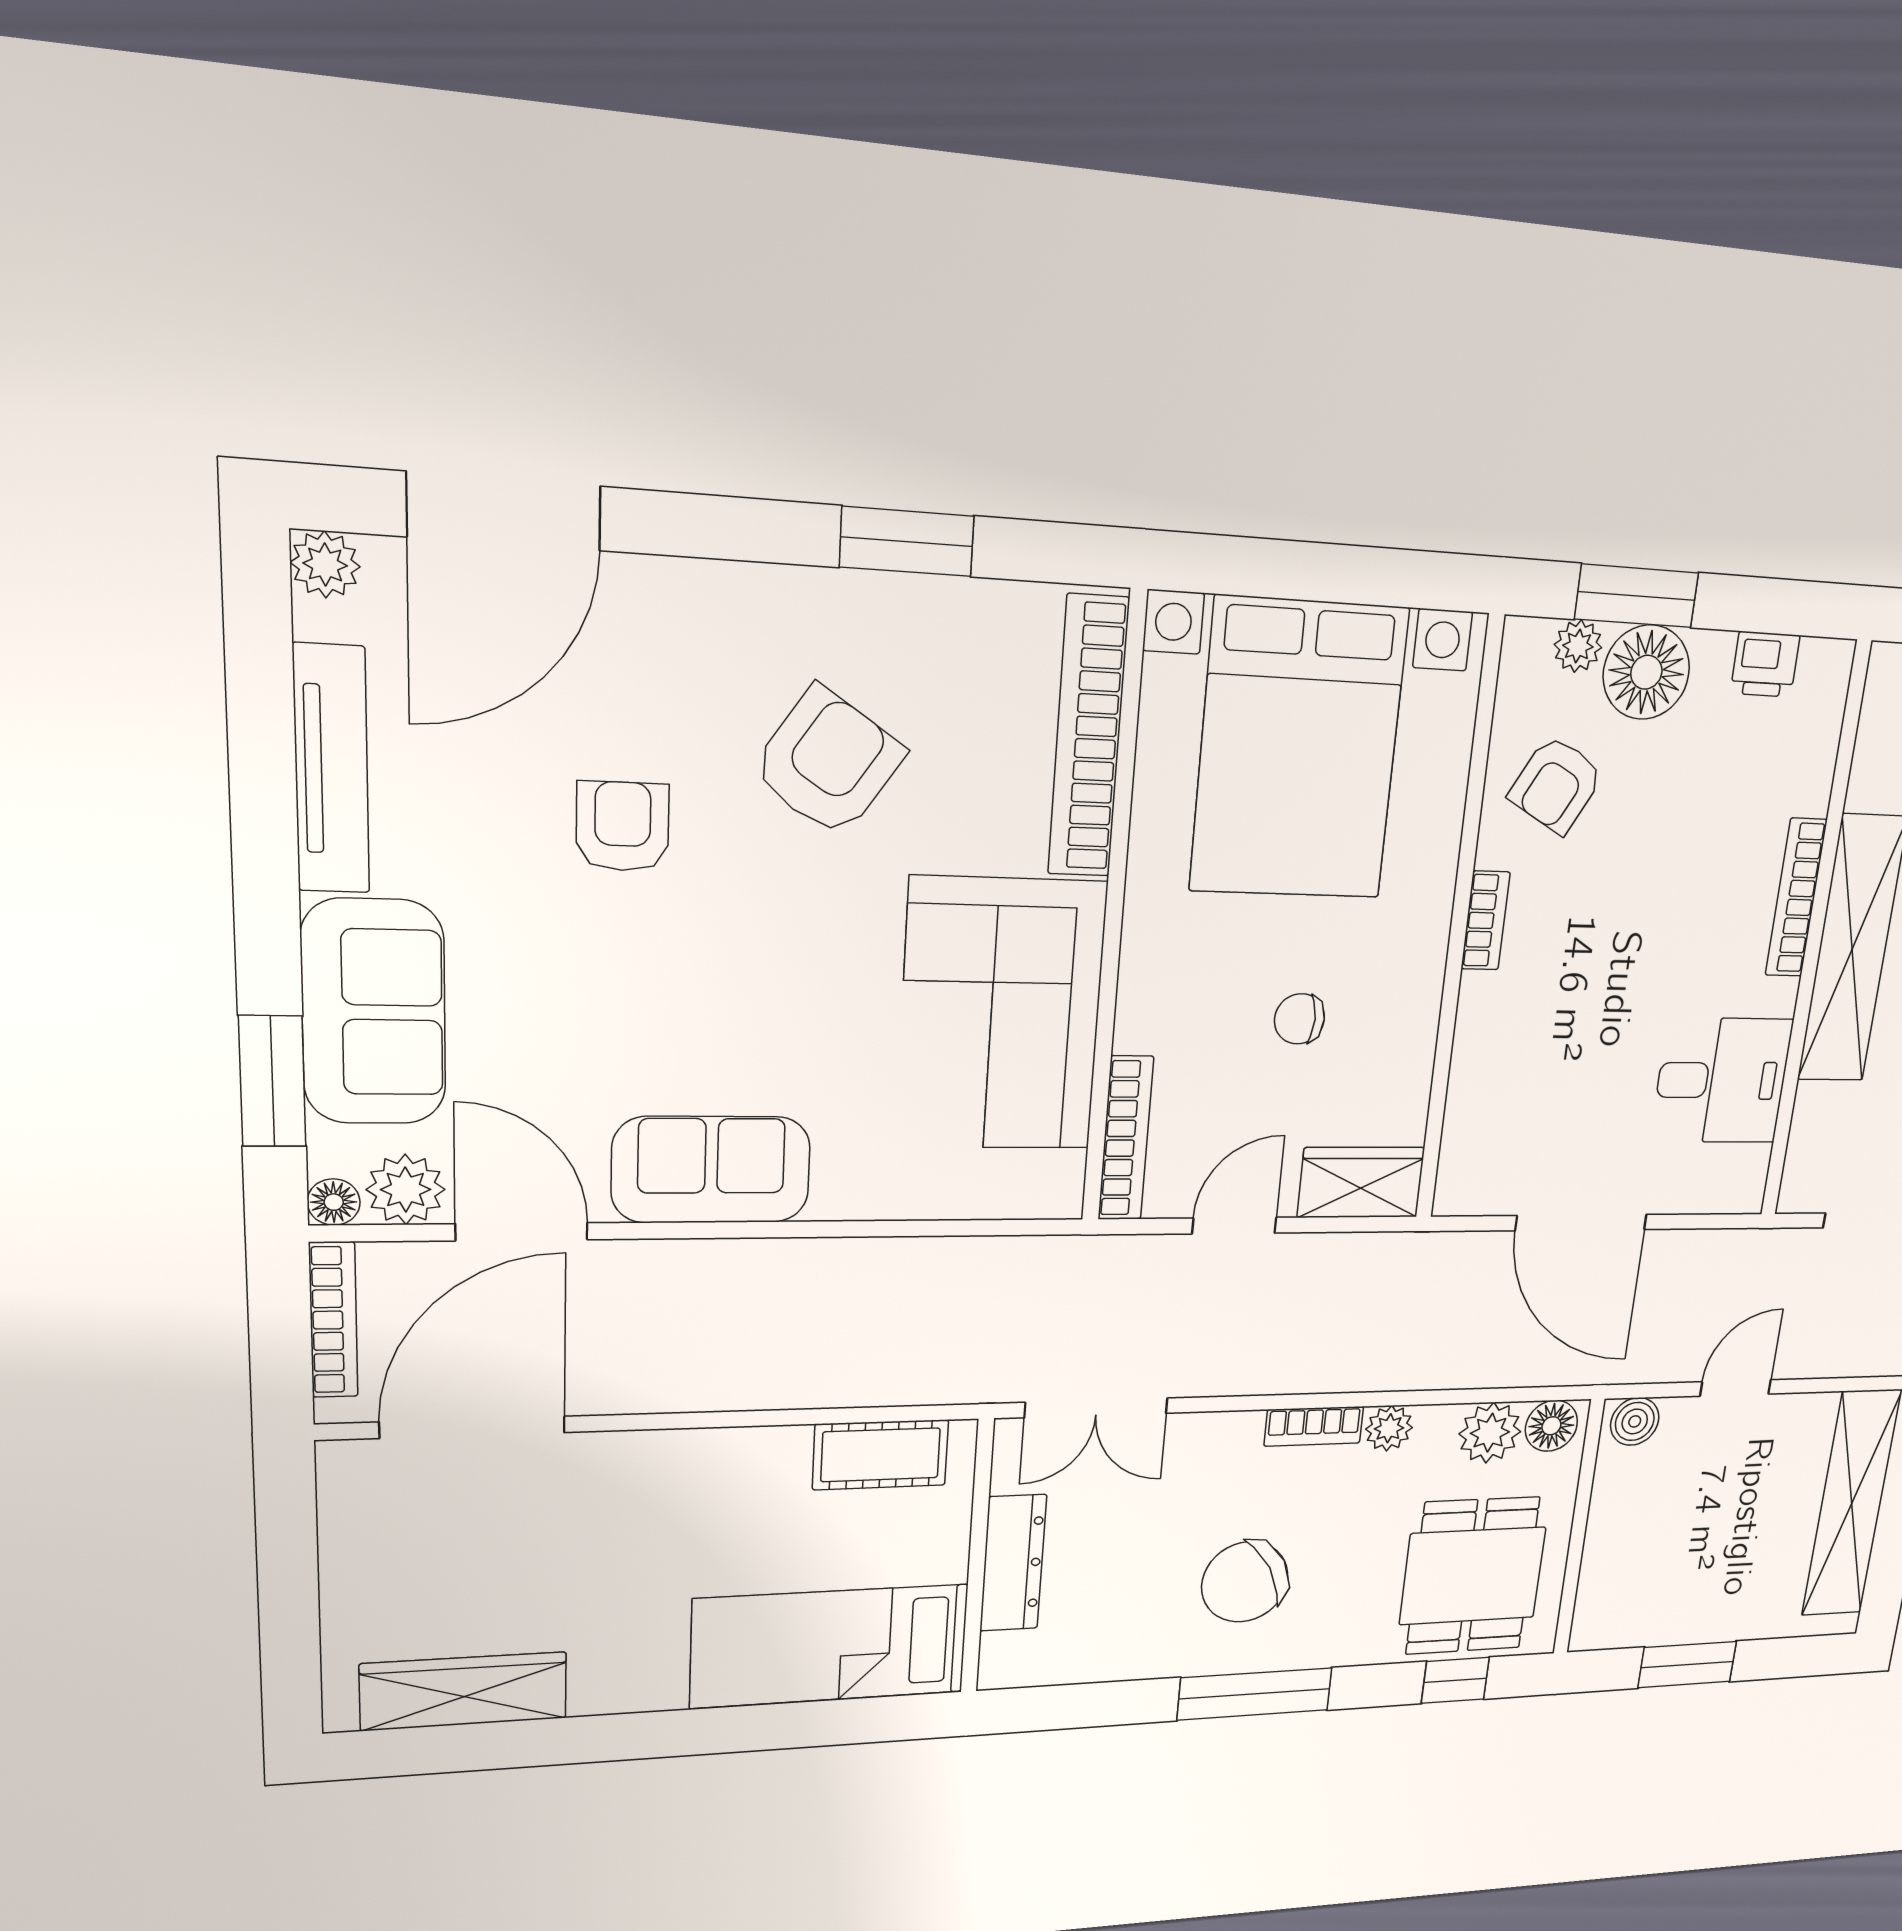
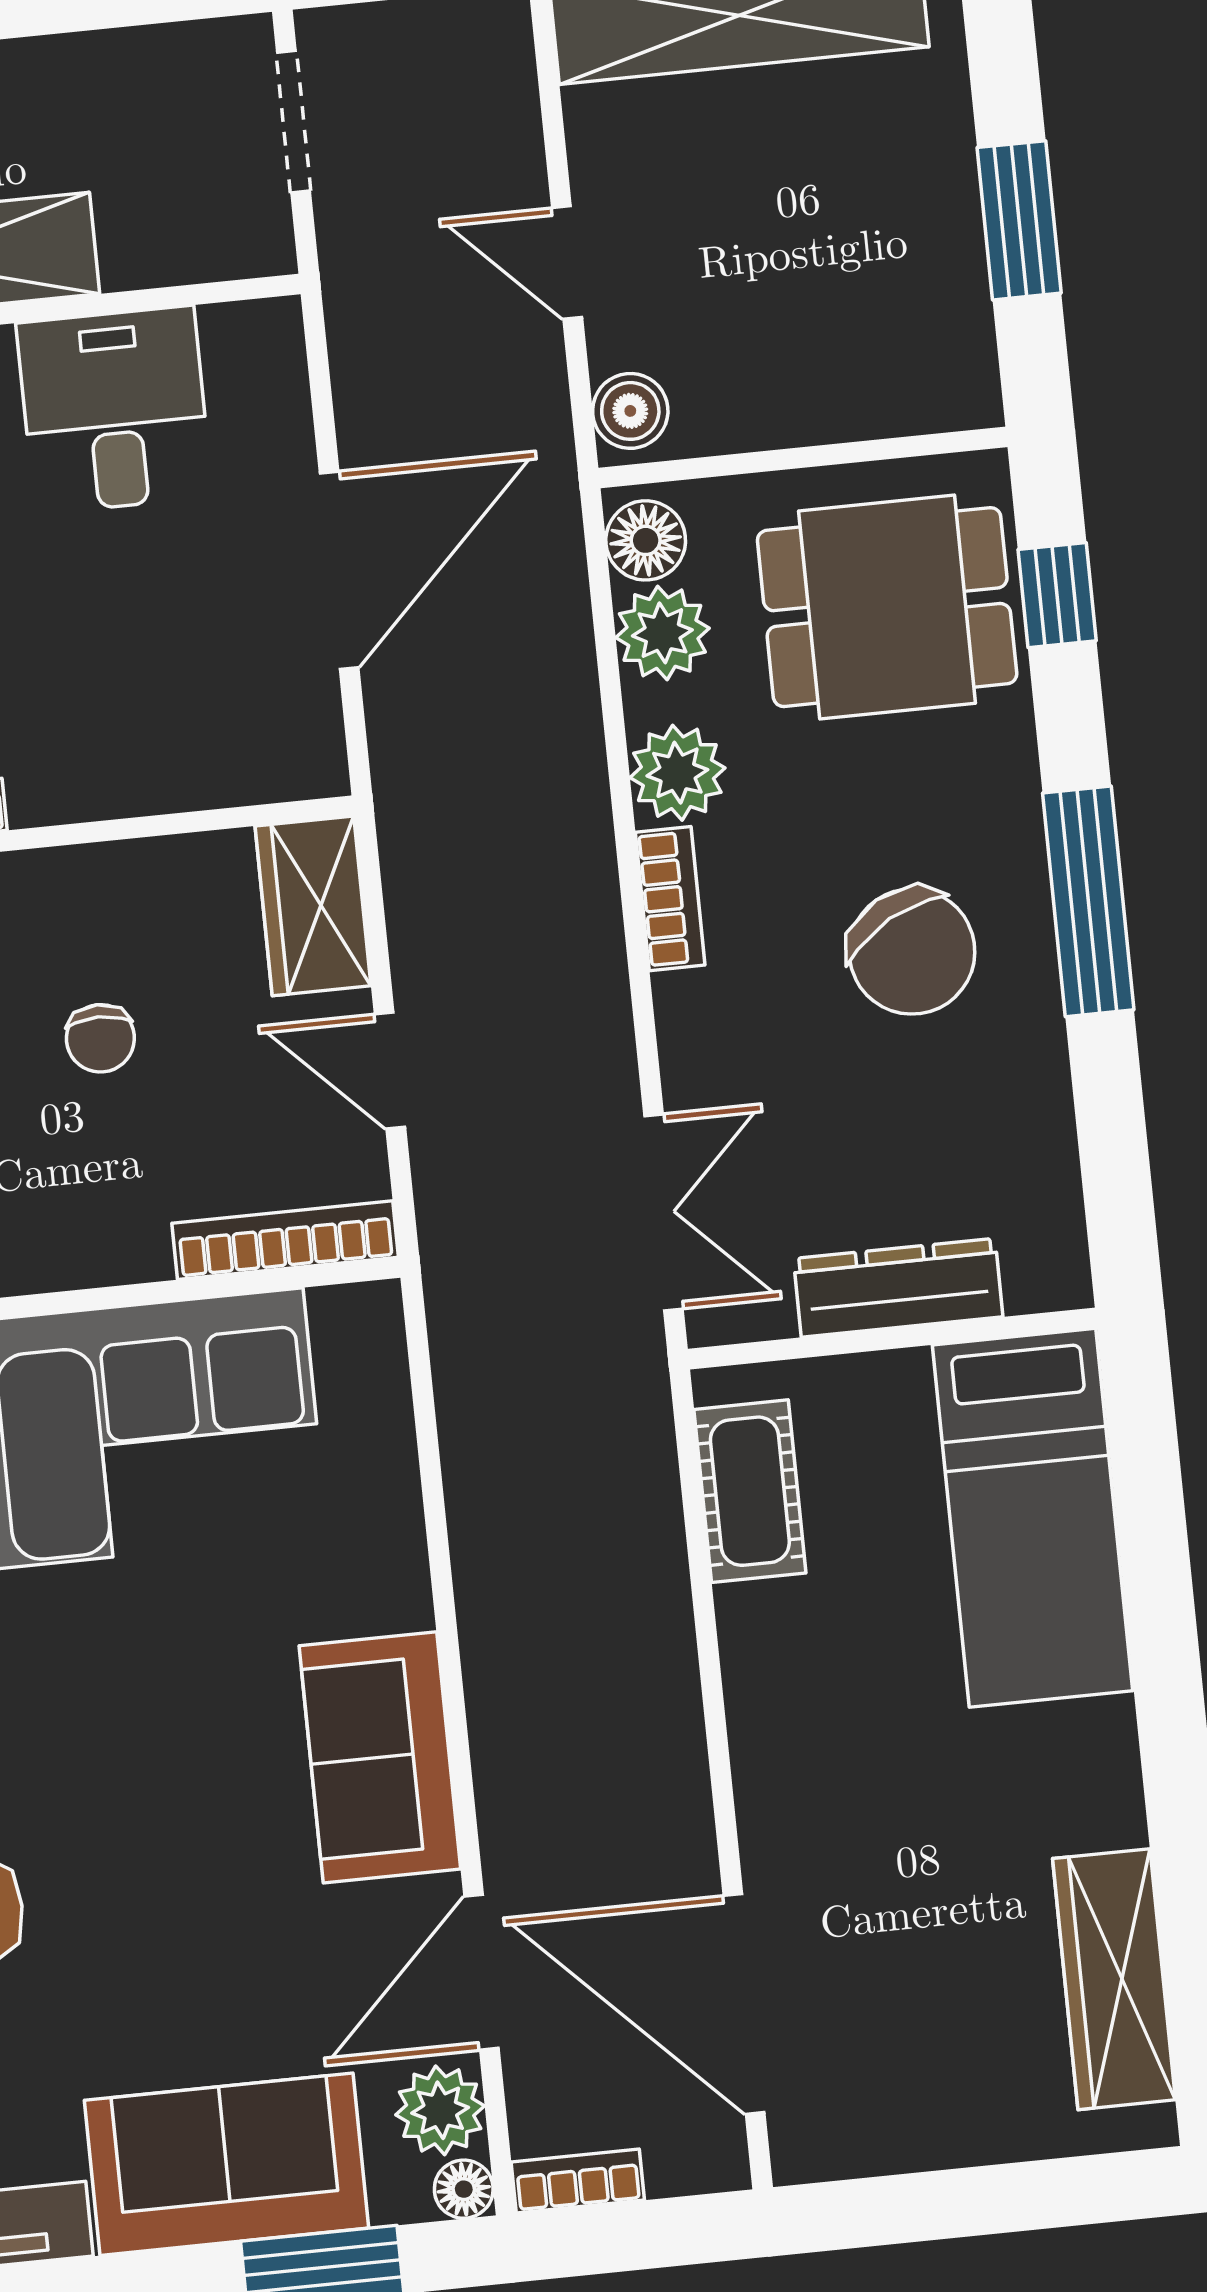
bookcase: (333, 1320) -> (578, 2181), width x0.64
plant: (1389, 1428) -> (677, 773), width x1.38, depth x1.38

